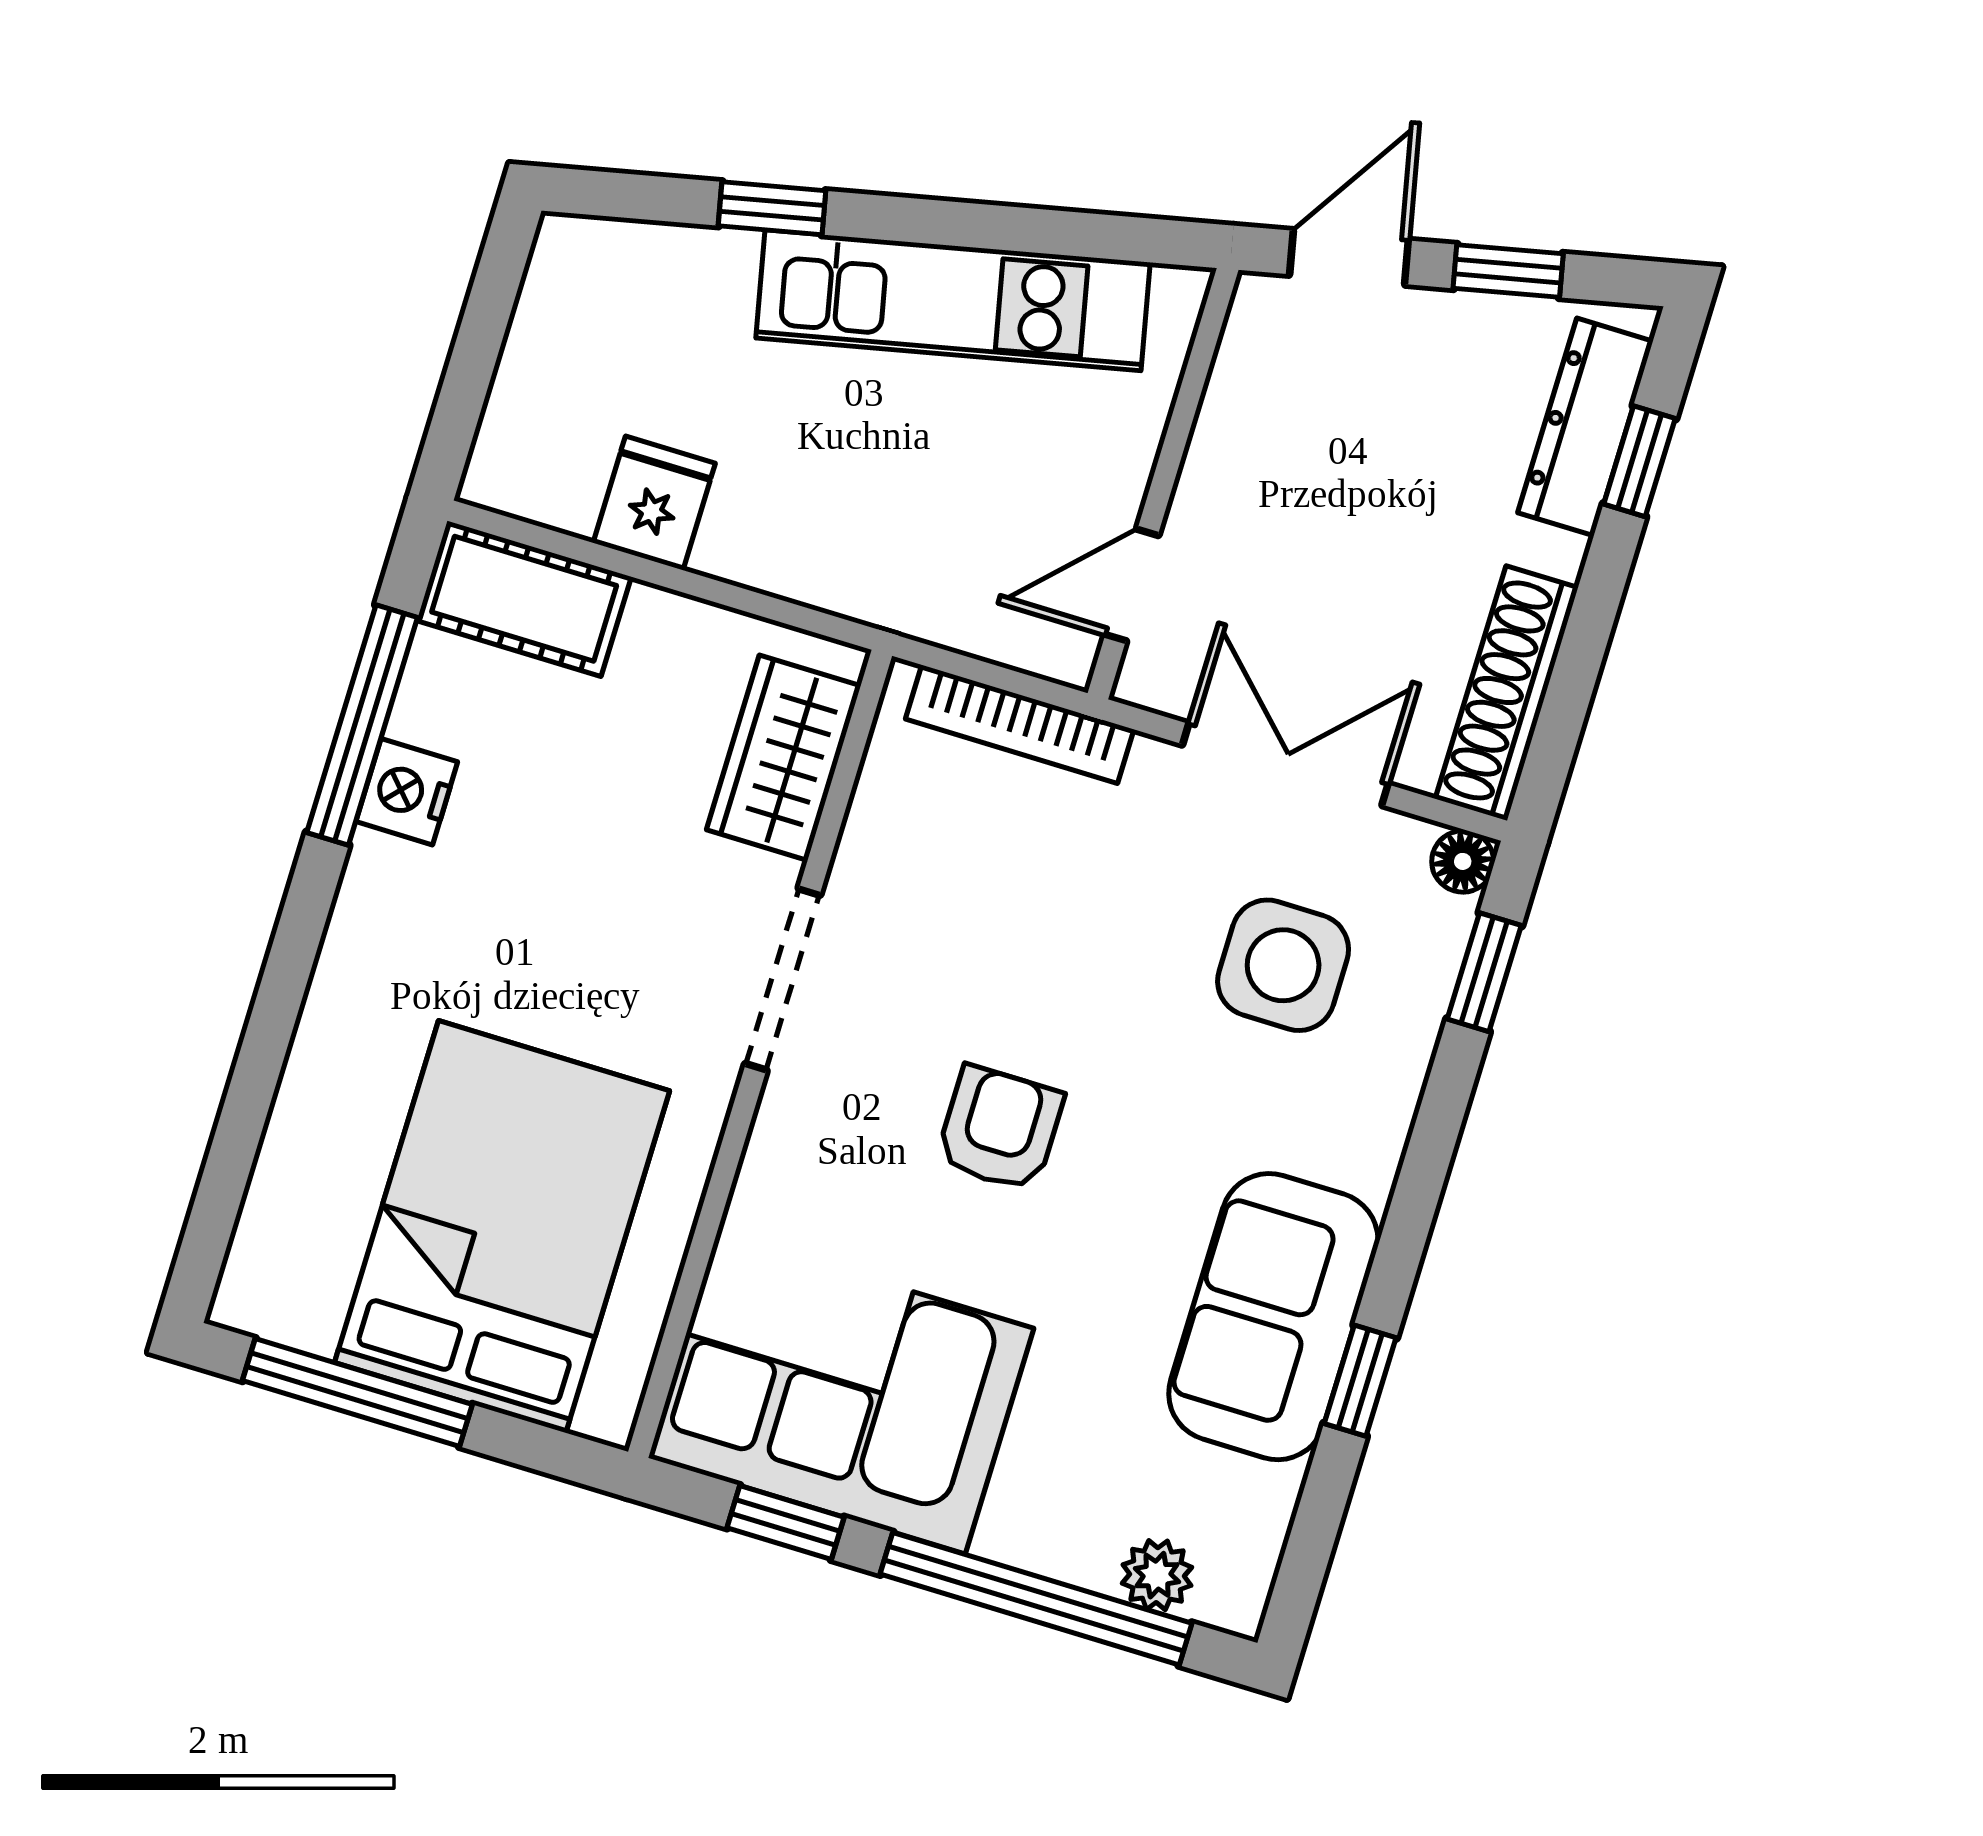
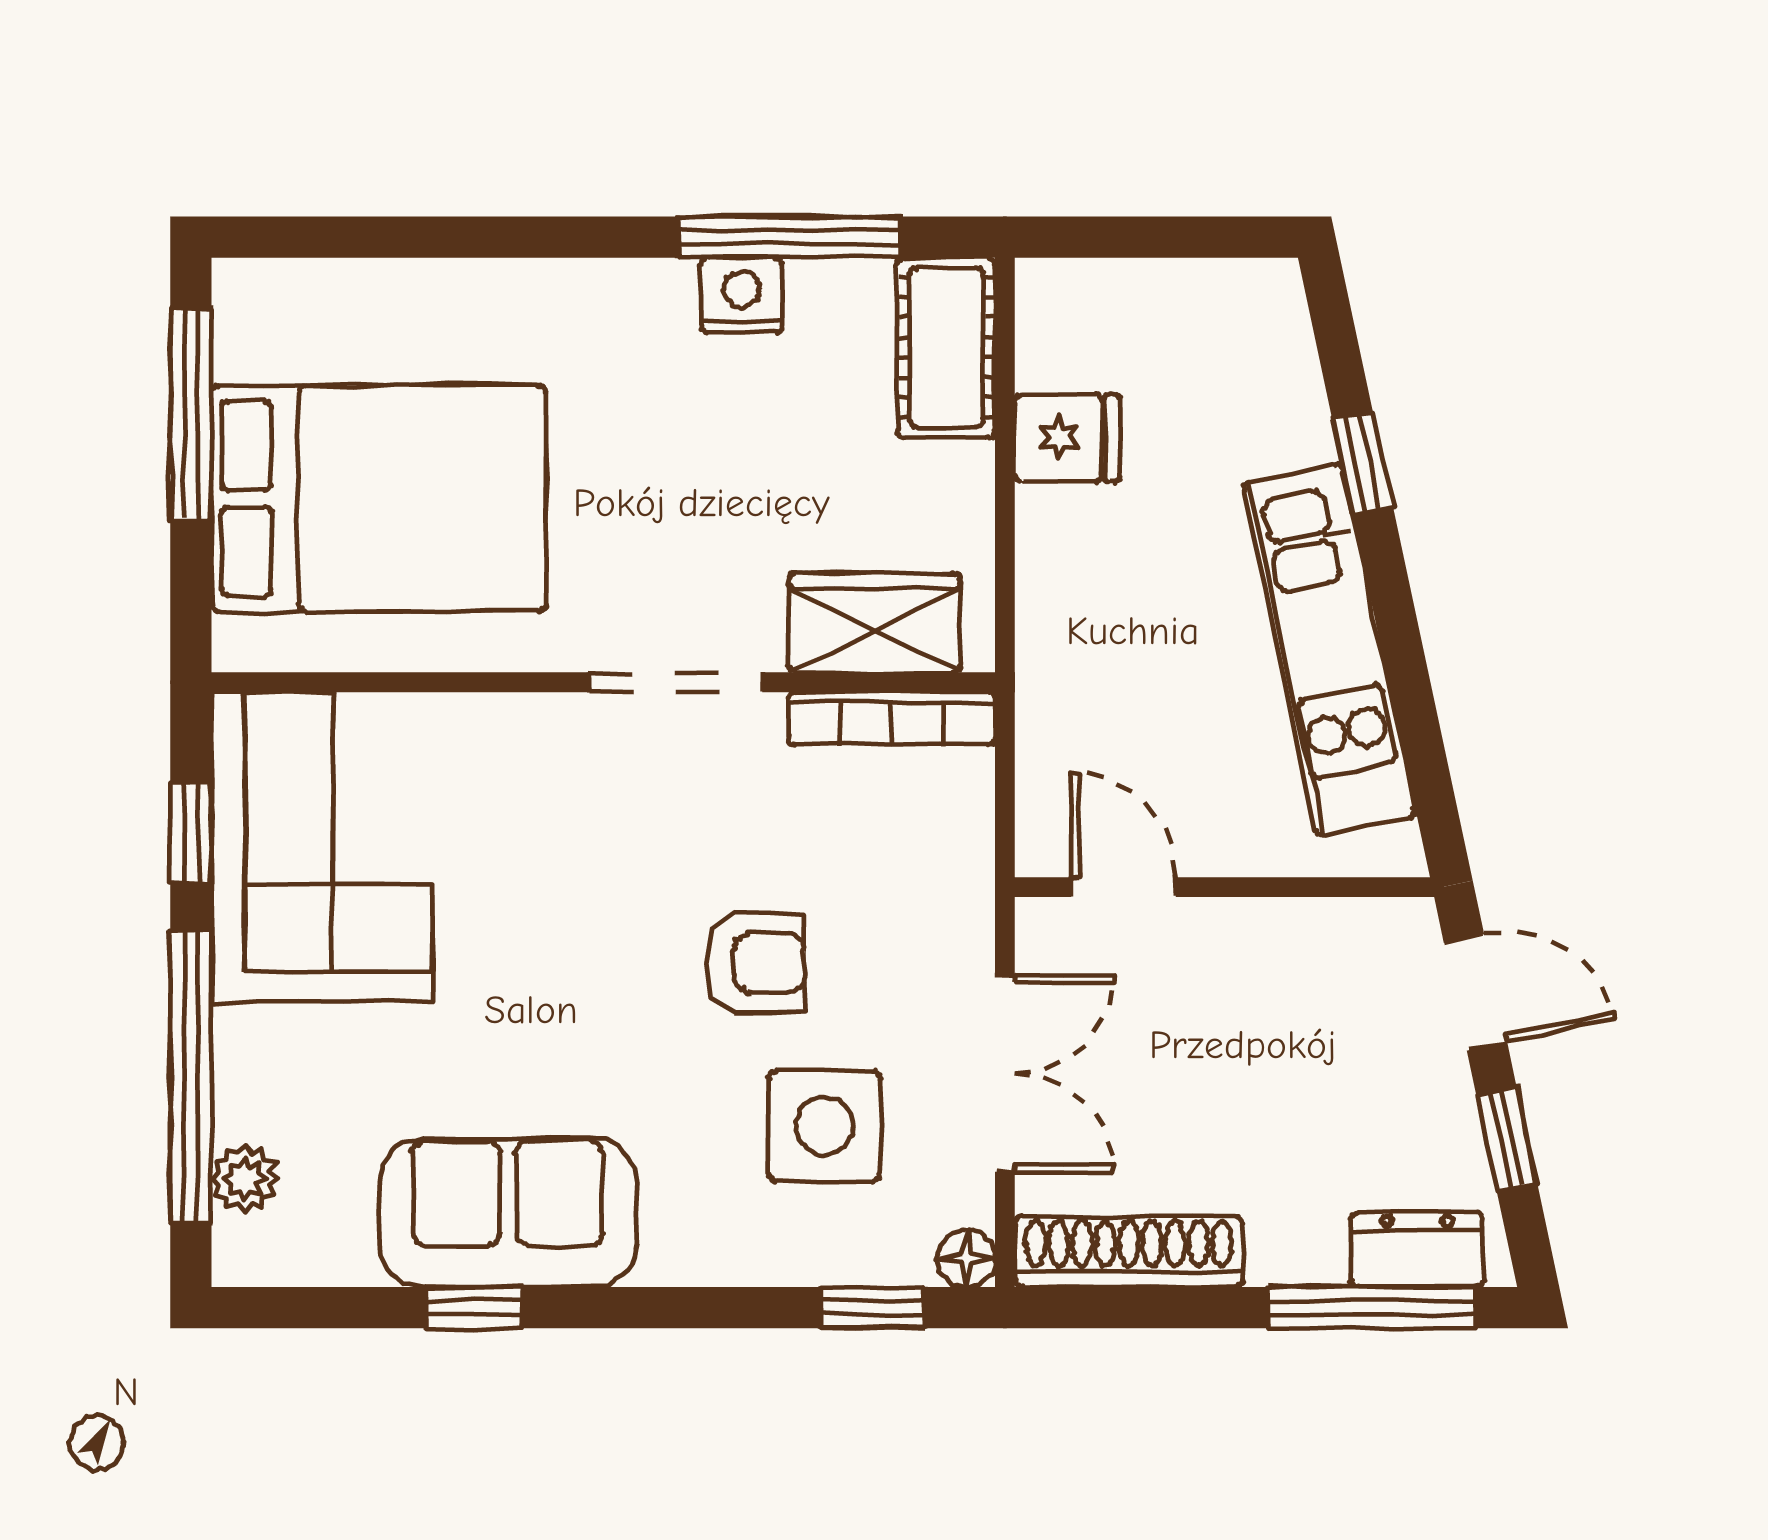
dresser: (1585, 427) -> (1417, 1250), width x0.70
window: (1639, 461) -> (1372, 1308), width x2.17
bookcase: (1020, 724) -> (892, 719), moved, turned -90
armchair: (1000, 1129) -> (755, 963), moved

